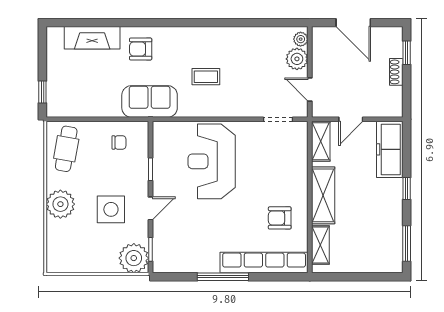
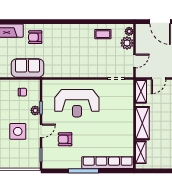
coffee table: (206, 77) -> (103, 34), moved
door: (310, 90) -> (135, 61), swing flipped
sofa: (150, 101) -> (27, 68), moved
reception desk: (212, 161) -> (77, 103), turned -90
armchair: (280, 218) -> (65, 139), moved
plant: (134, 258) -> (35, 110), moved, width x0.53, depth x0.53

